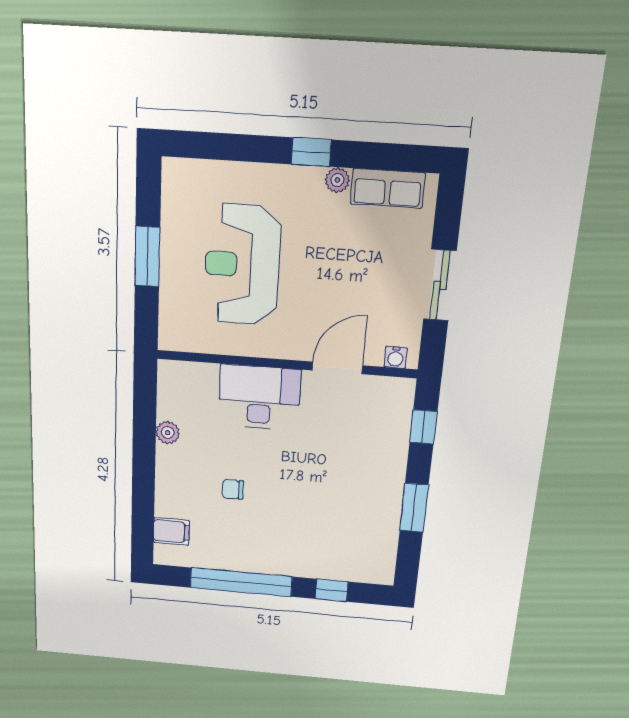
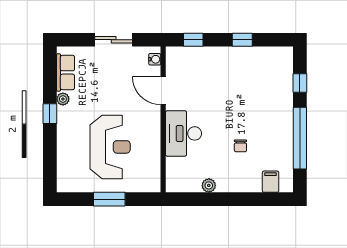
reception desk: (242, 265) -> (110, 147), turned -90
window: (414, 508) -> (242, 40), width x0.67

